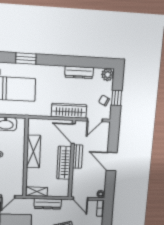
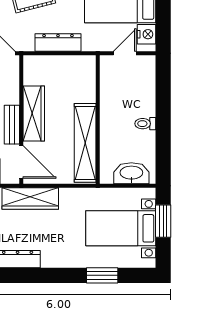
shelving: (33, 151) -> (85, 143), width x1.47
shelving: (37, 192) -> (77, 63), removed

